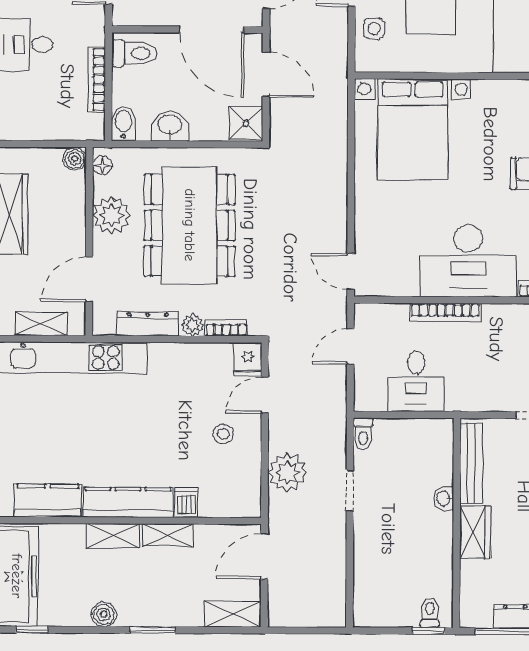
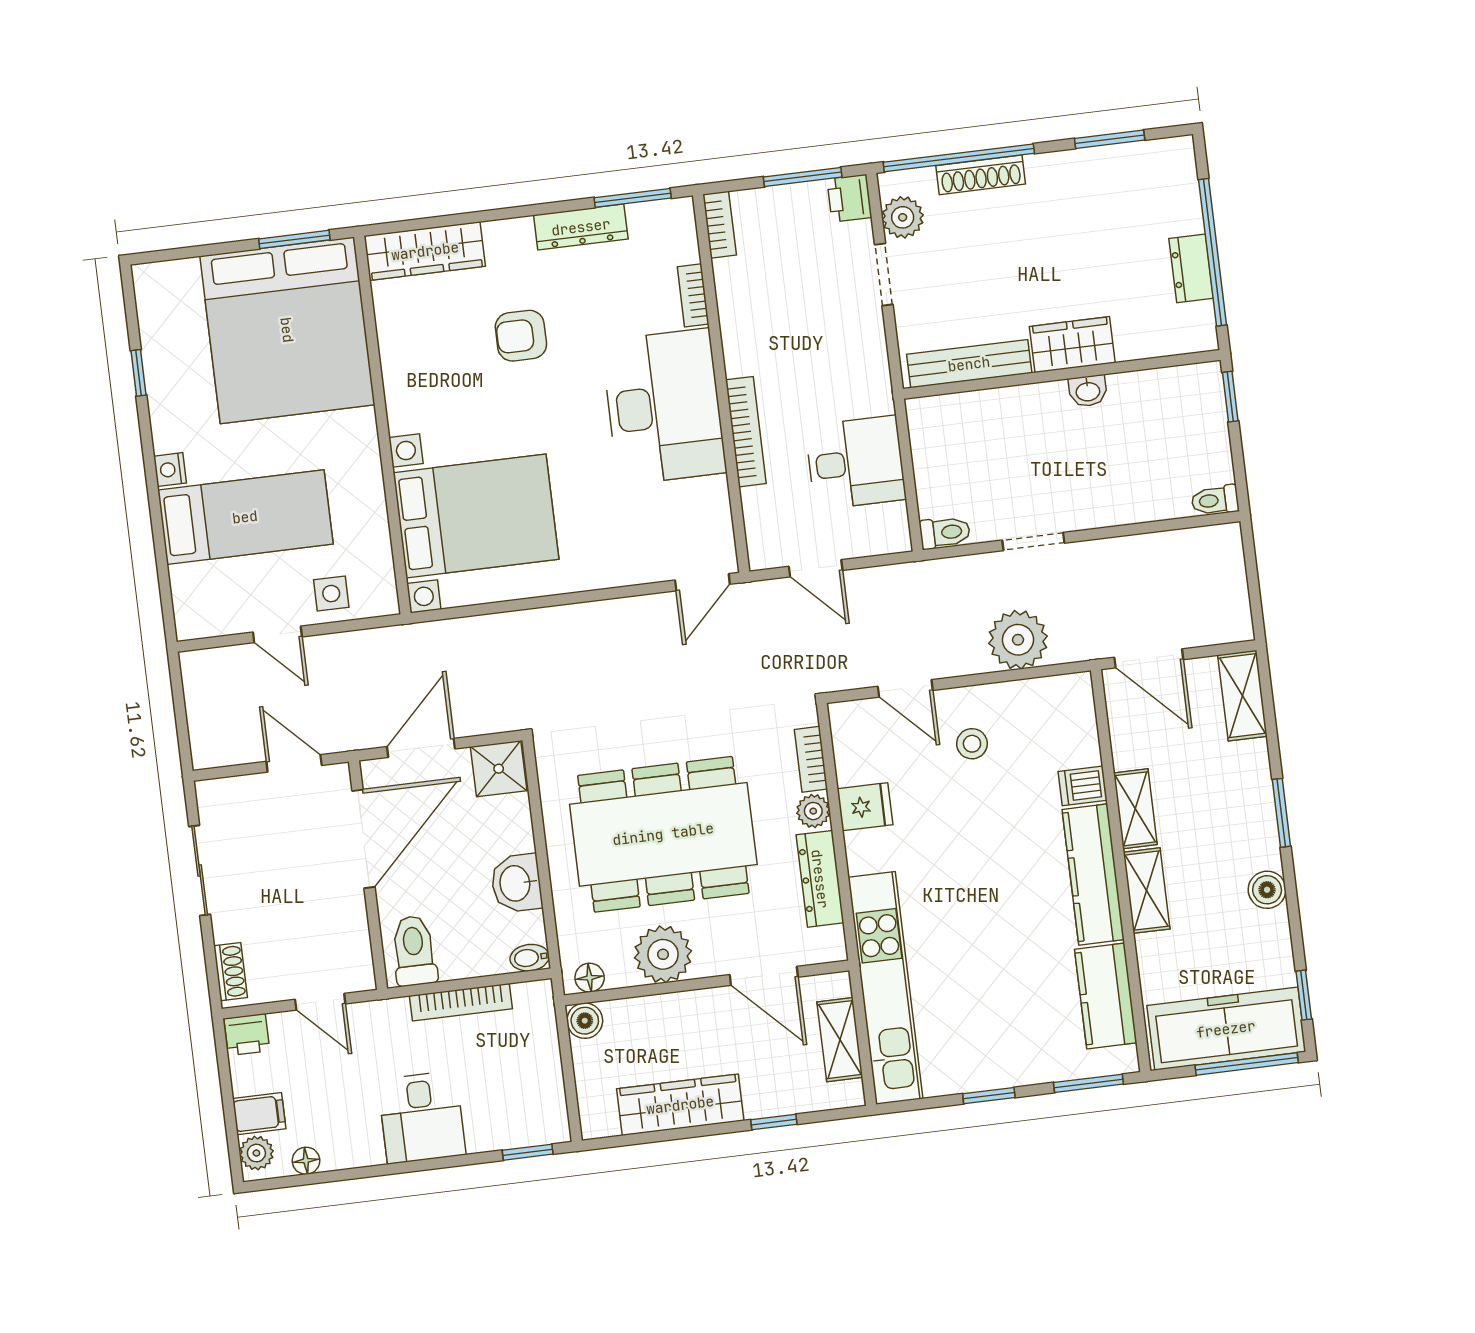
bidet: (124, 123) -> (530, 958), width x0.72, depth x0.74
fridge: (248, 359) -> (865, 807), moved
washbasin: (444, 498) -> (1088, 391), moved
toilet: (430, 613) -> (1215, 500), moved

